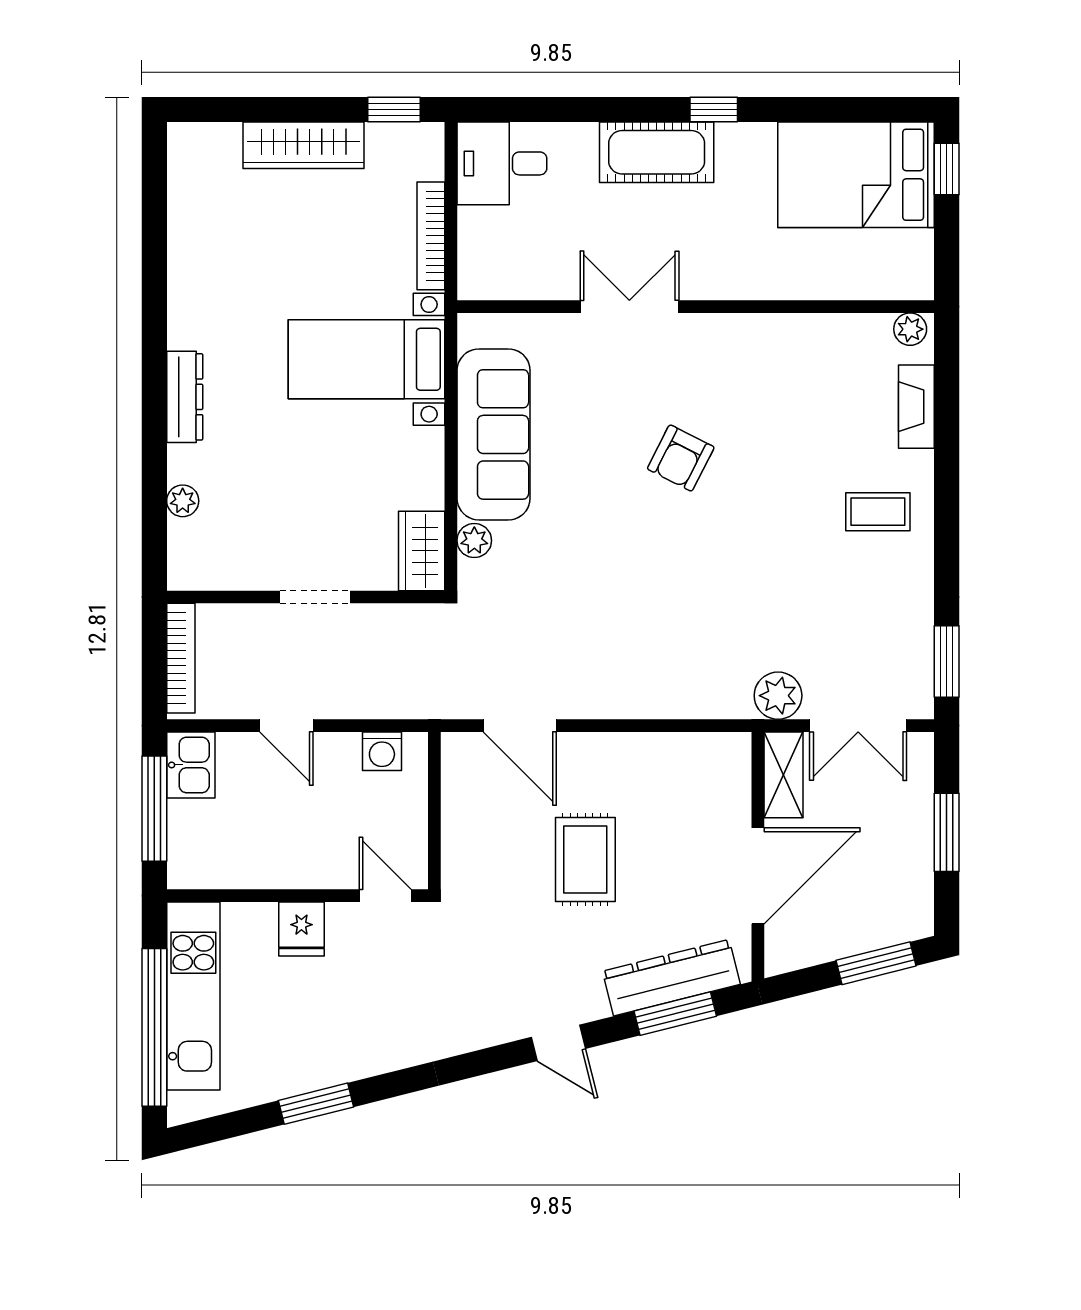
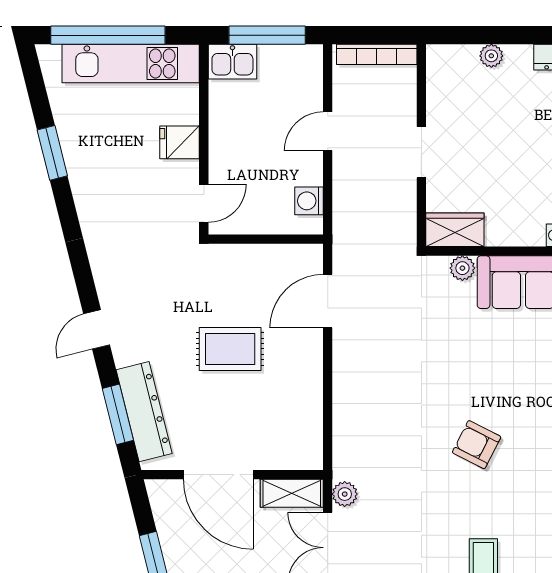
armchair: (681, 458) -> (477, 445), moved
plant: (778, 696) -> (345, 494), width x0.73, depth x0.73
kitchen sink: (191, 765) -> (232, 62), moved

